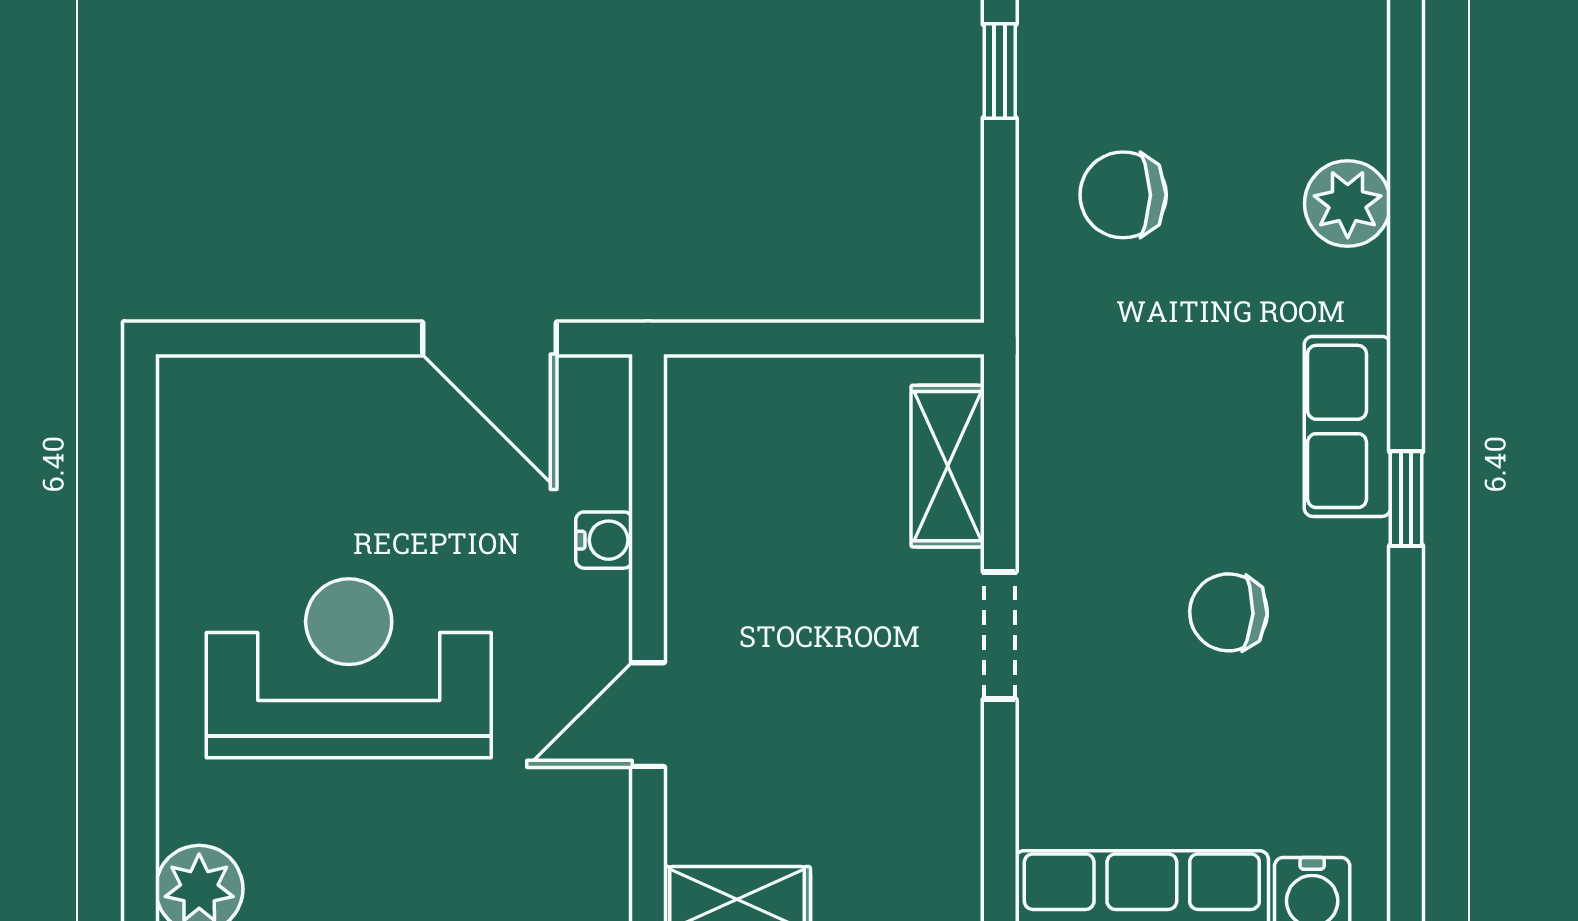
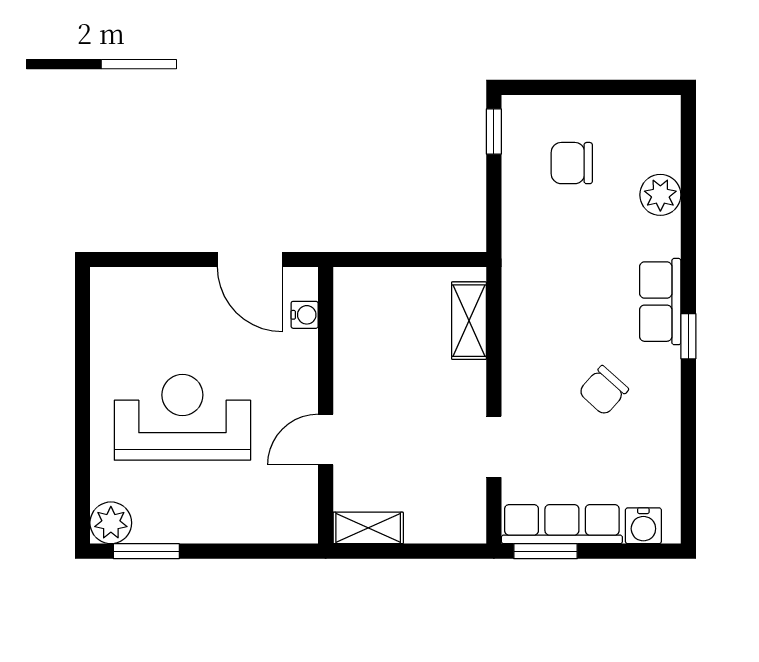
chair: (1123, 195) -> (572, 163), moved
water cooler: (604, 540) -> (305, 315), moved
chair: (1229, 612) -> (603, 391), turned -51
doorway: (1000, 635) -> (494, 447), moved

